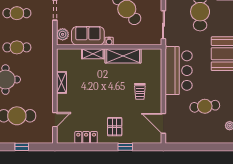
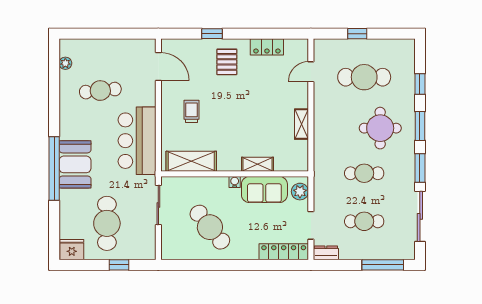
shelving: (123, 56) -> (191, 161), moved

